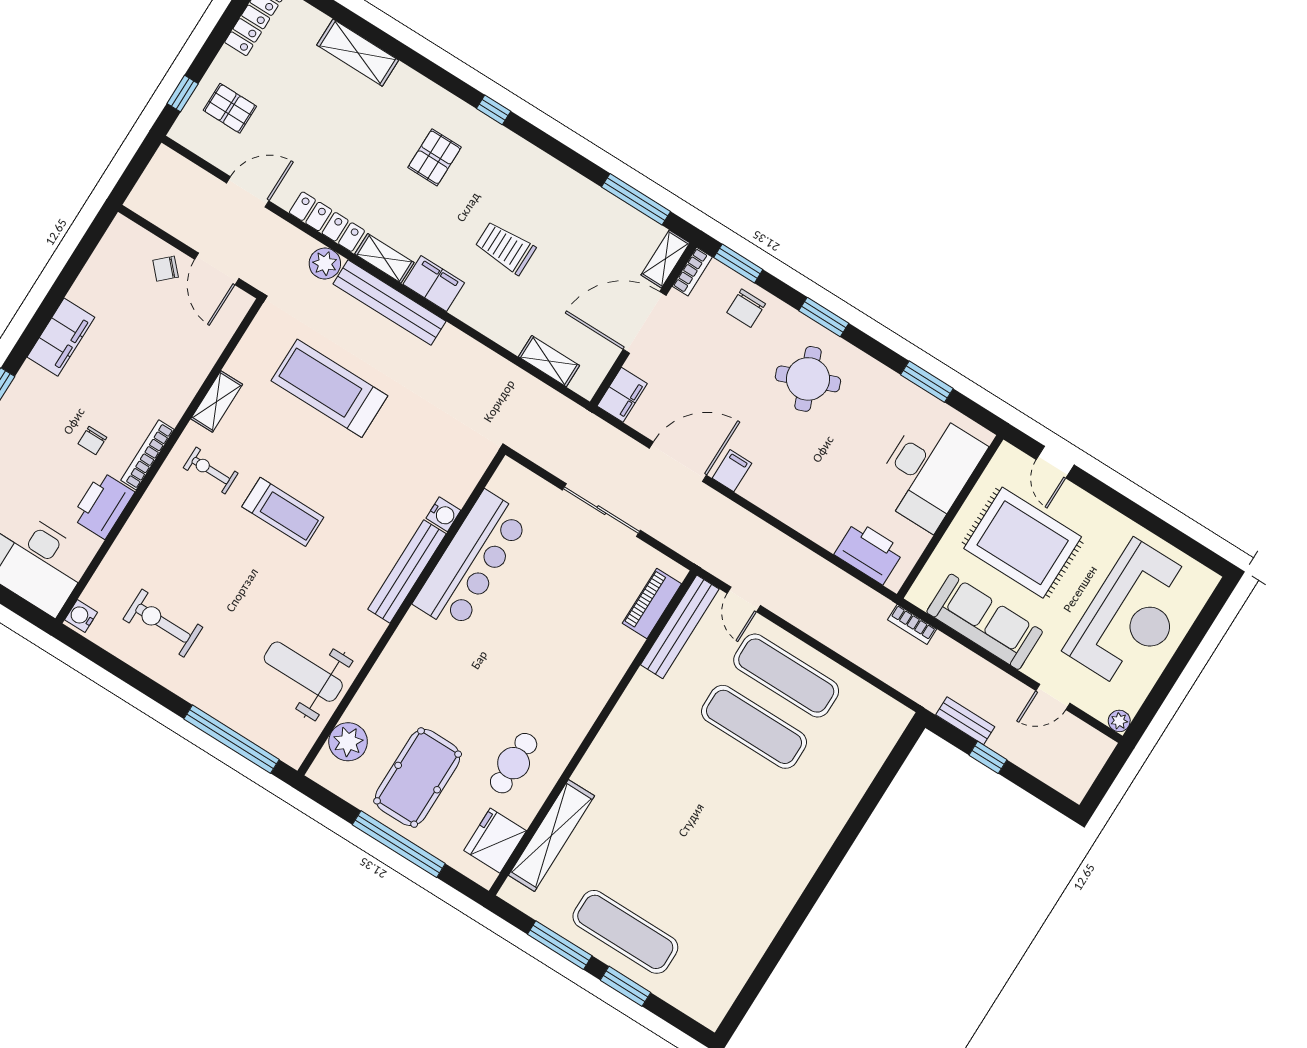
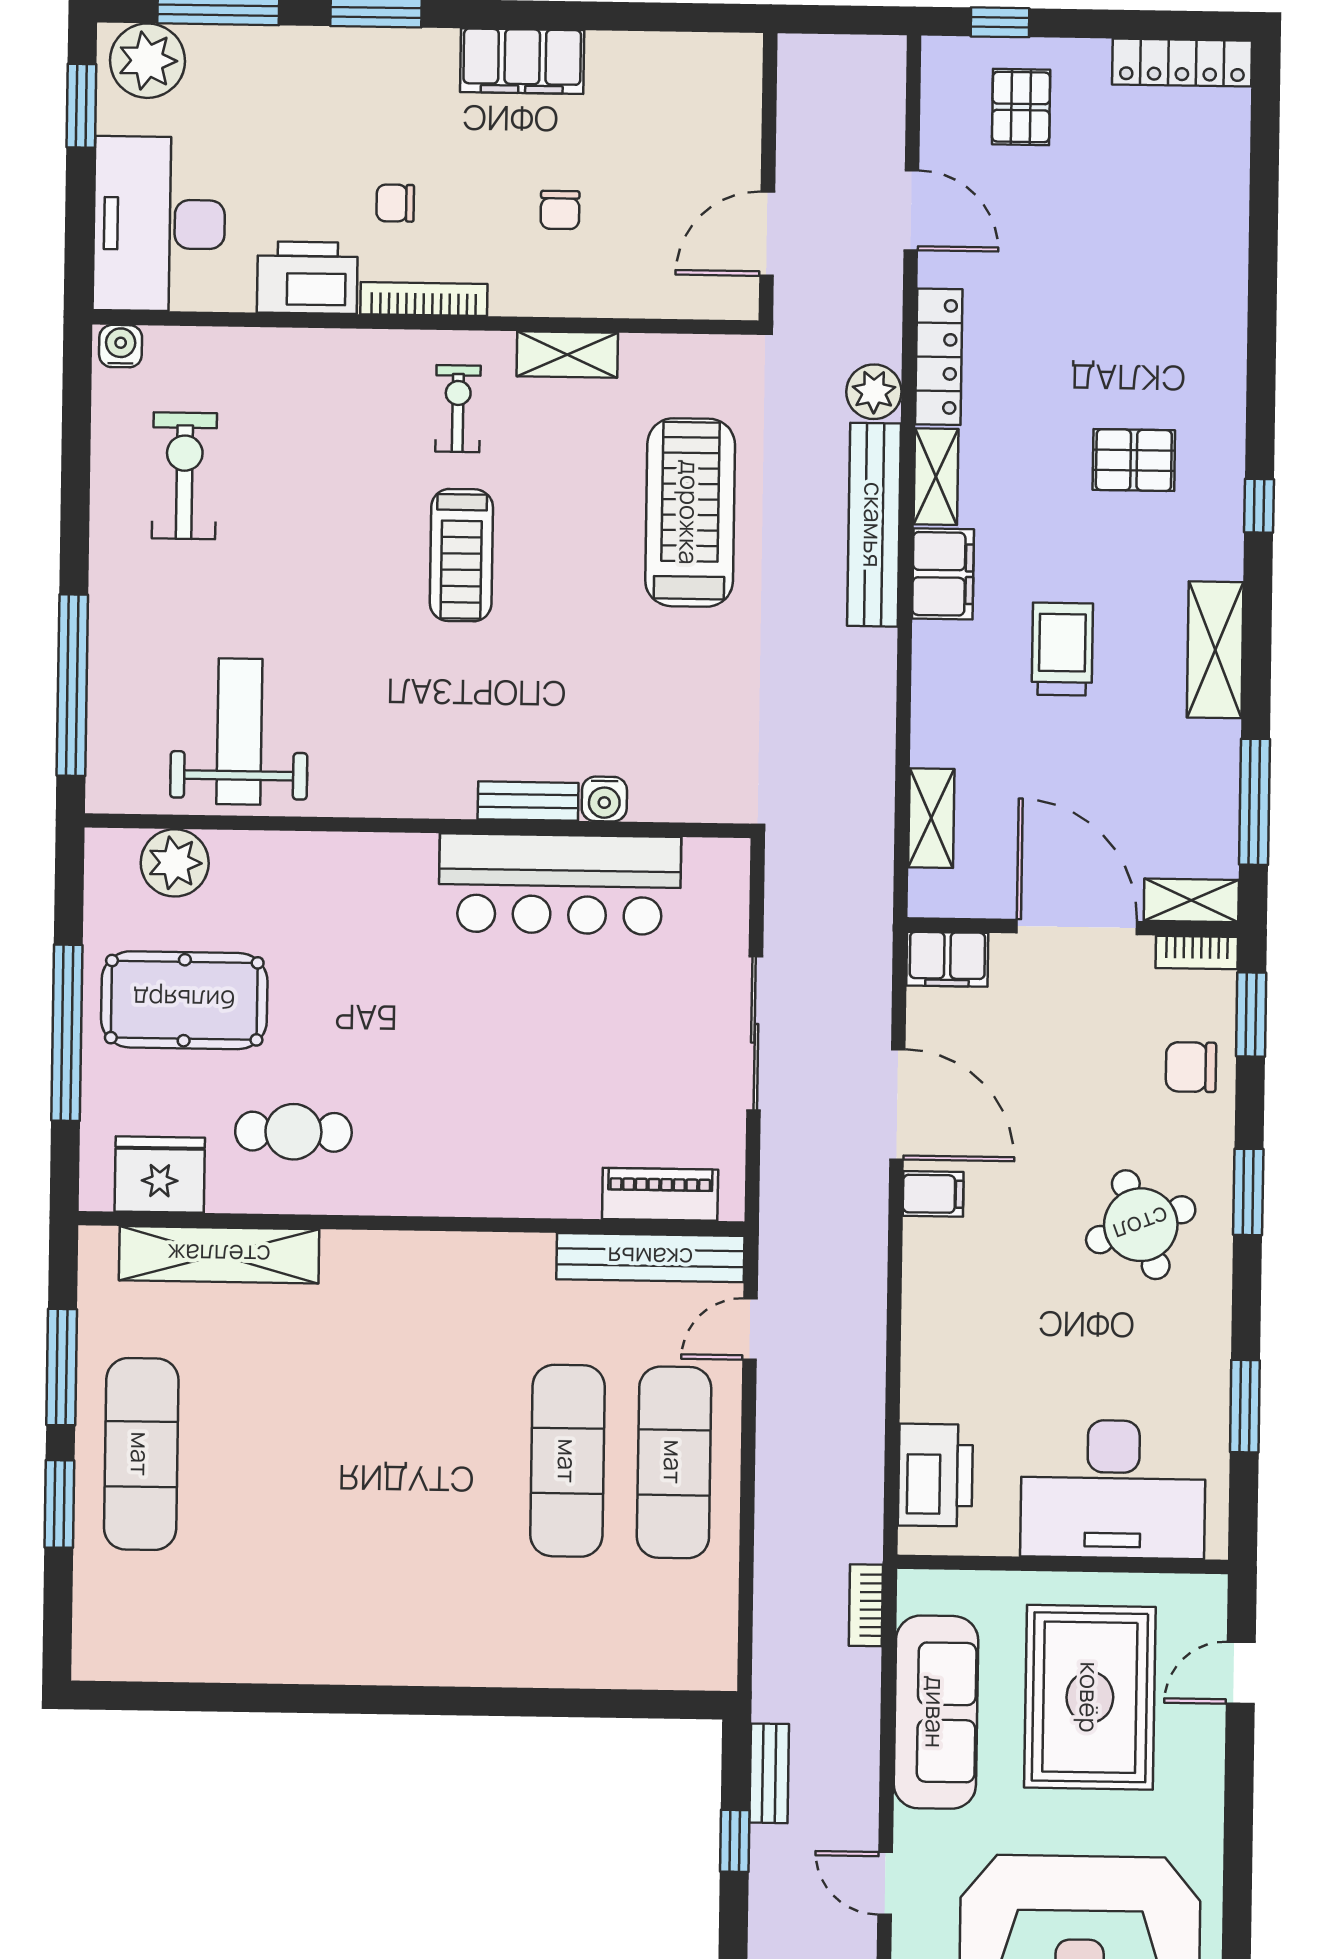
shelving: (358, 53) -> (1215, 650), moved
chair: (166, 269) -> (560, 210), moved, turned -137
bench: (407, 571) -> (528, 801), width x0.54, depth x0.82

